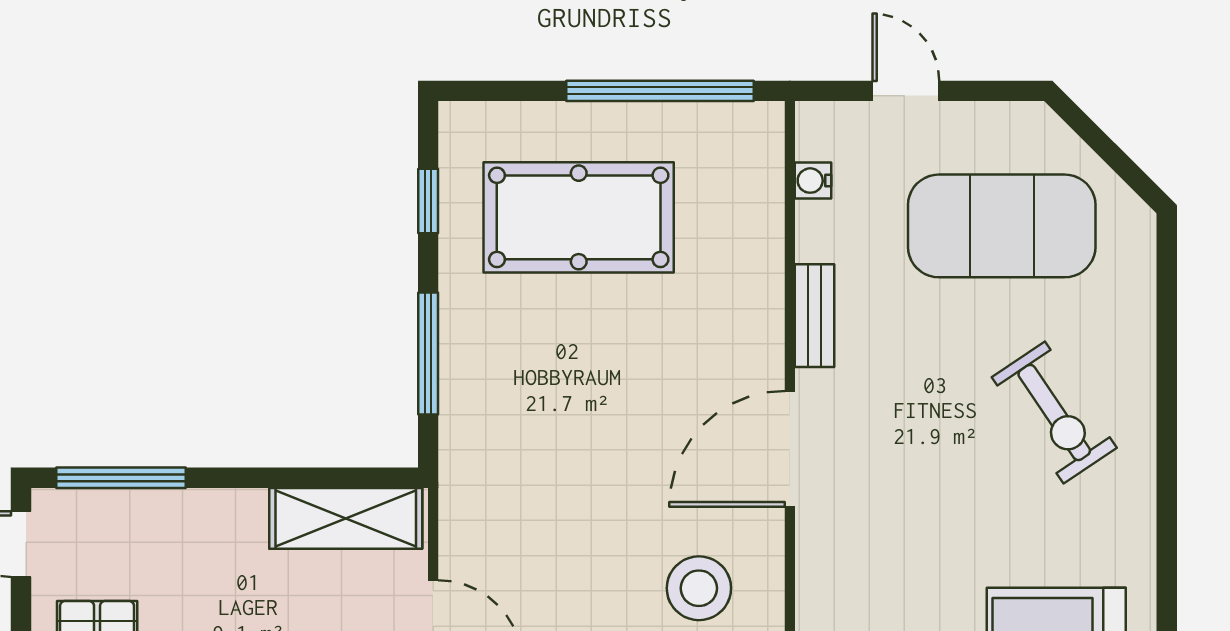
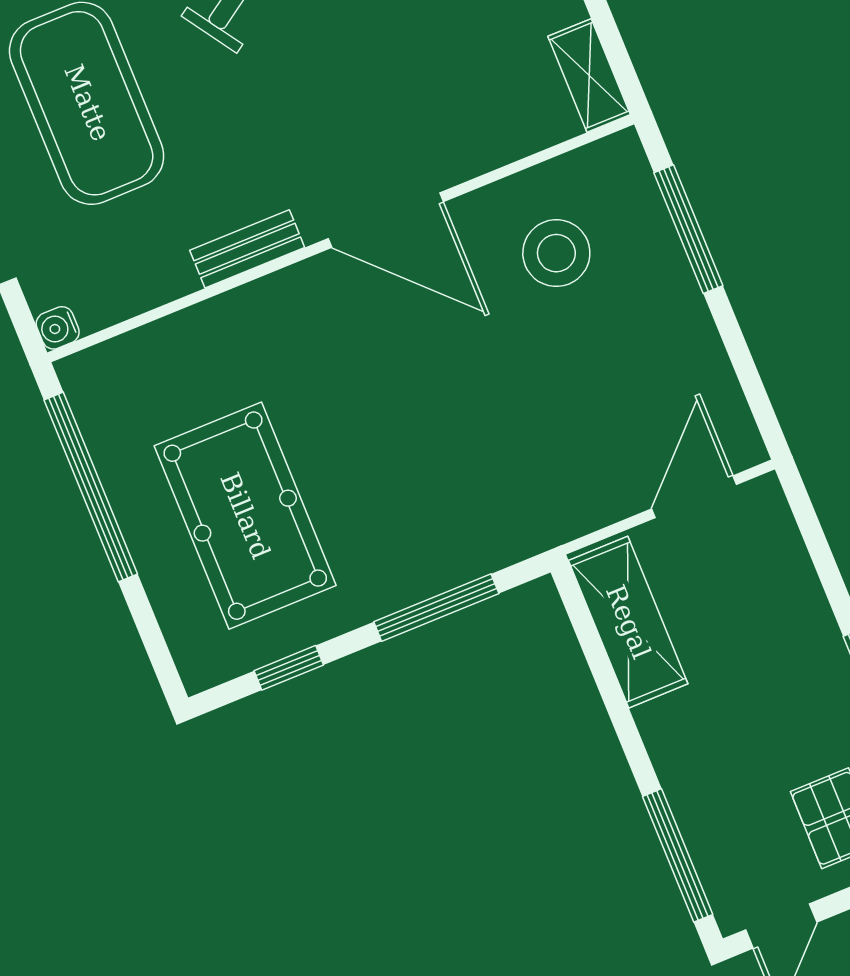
water cooler: (813, 181) -> (58, 328), moved, turned 90

